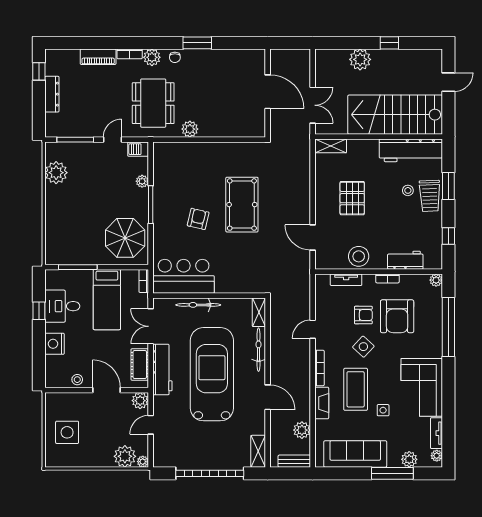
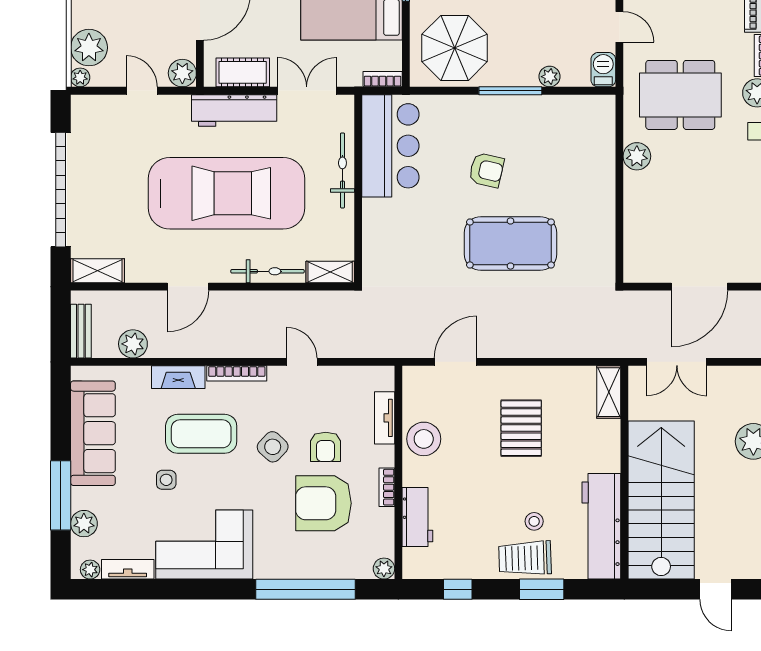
pallet: (352, 198) -> (521, 428), turned 90

